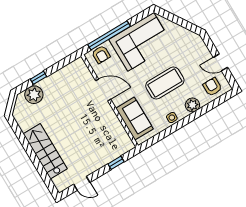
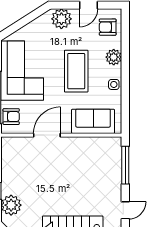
plant: (198, 48) -> (61, 19), added
window: (116, 163) -> (125, 165), width x2.17

